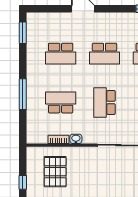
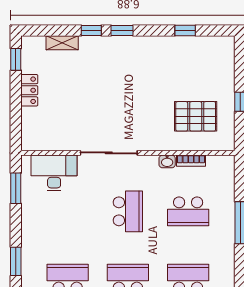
pallet: (55, 172) -> (196, 116), turned 90

